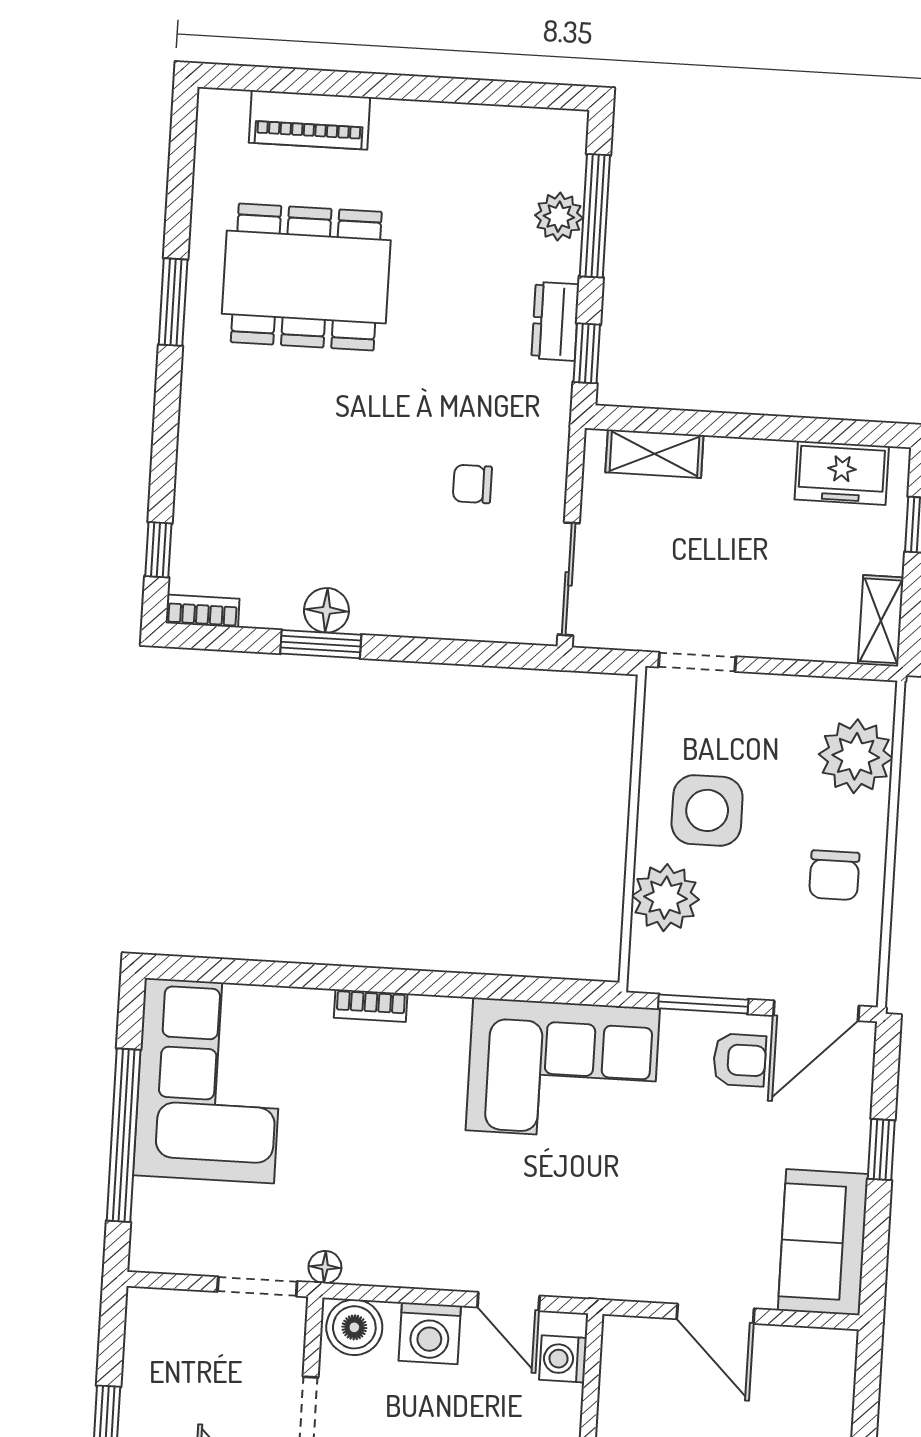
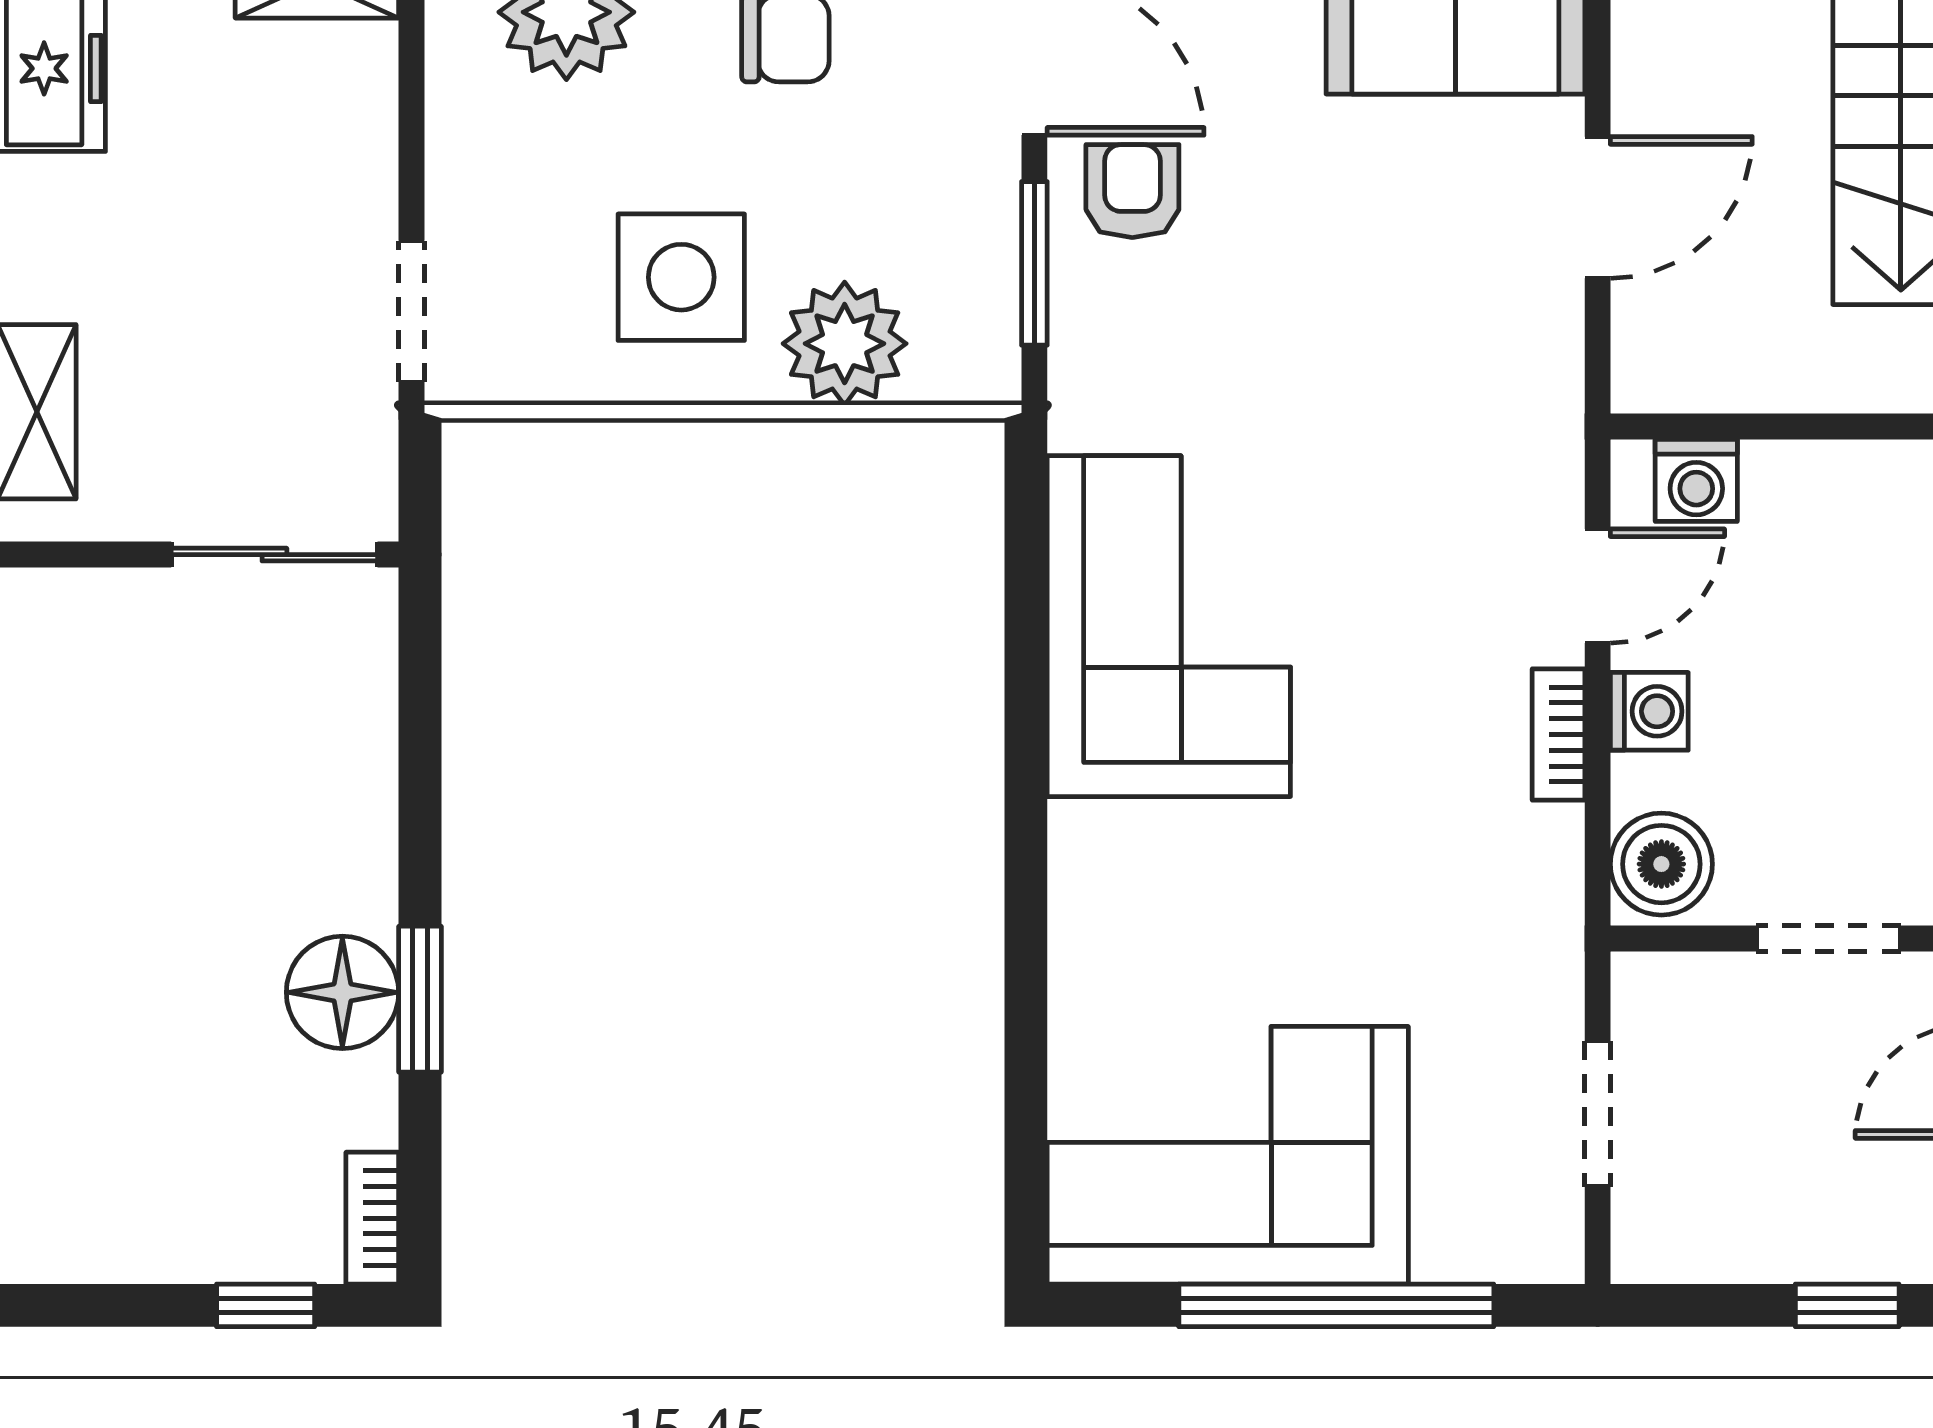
chair: (472, 484) -> (112, 740), removed
floor lamp: (326, 610) -> (342, 992), width x1.38, depth x1.38
bookcase: (371, 1006) -> (1558, 735), moved, turned 180
corner sofa: (563, 1069) -> (1169, 626), moved
floor lamp: (325, 1267) -> (1555, 924), removed
doorway: (257, 1287) -> (1598, 1114), moved
washing machine: (430, 1333) -> (1649, 711), width x0.73, depth x0.73

